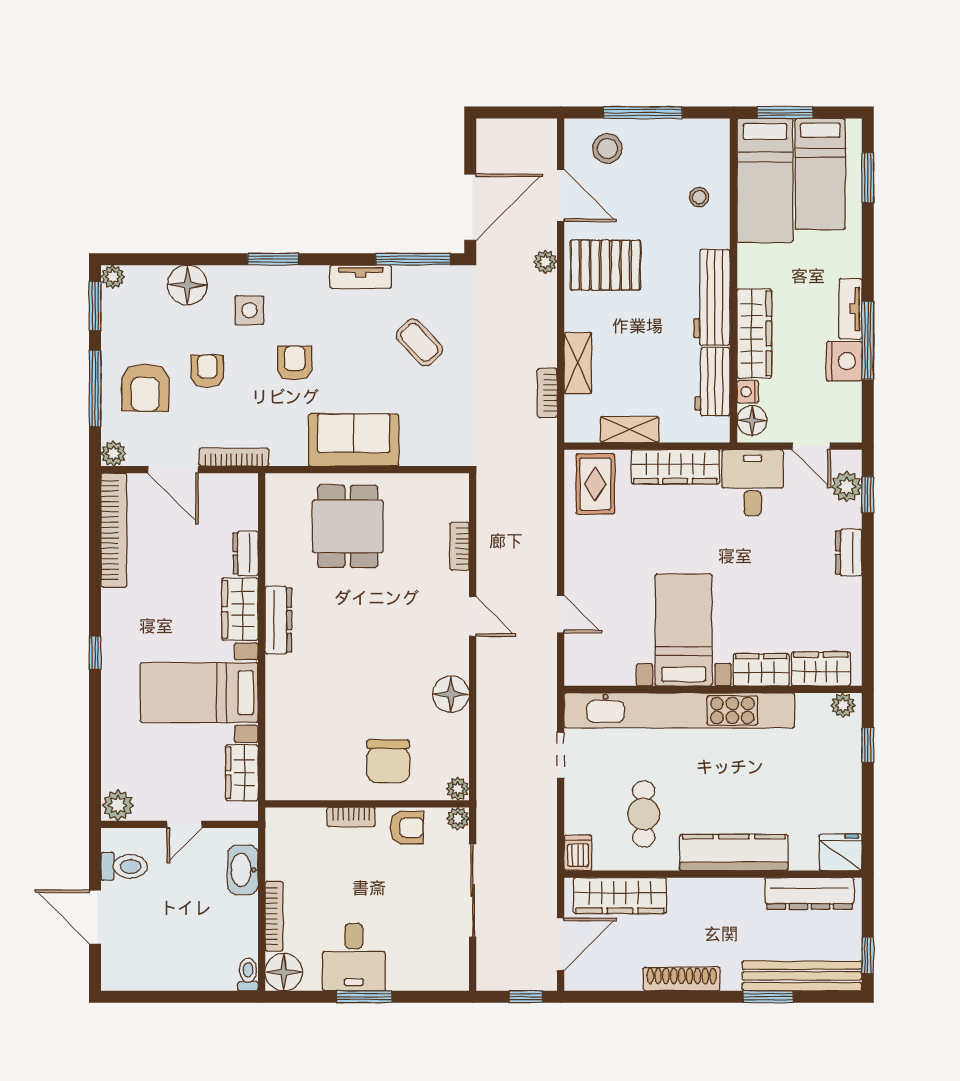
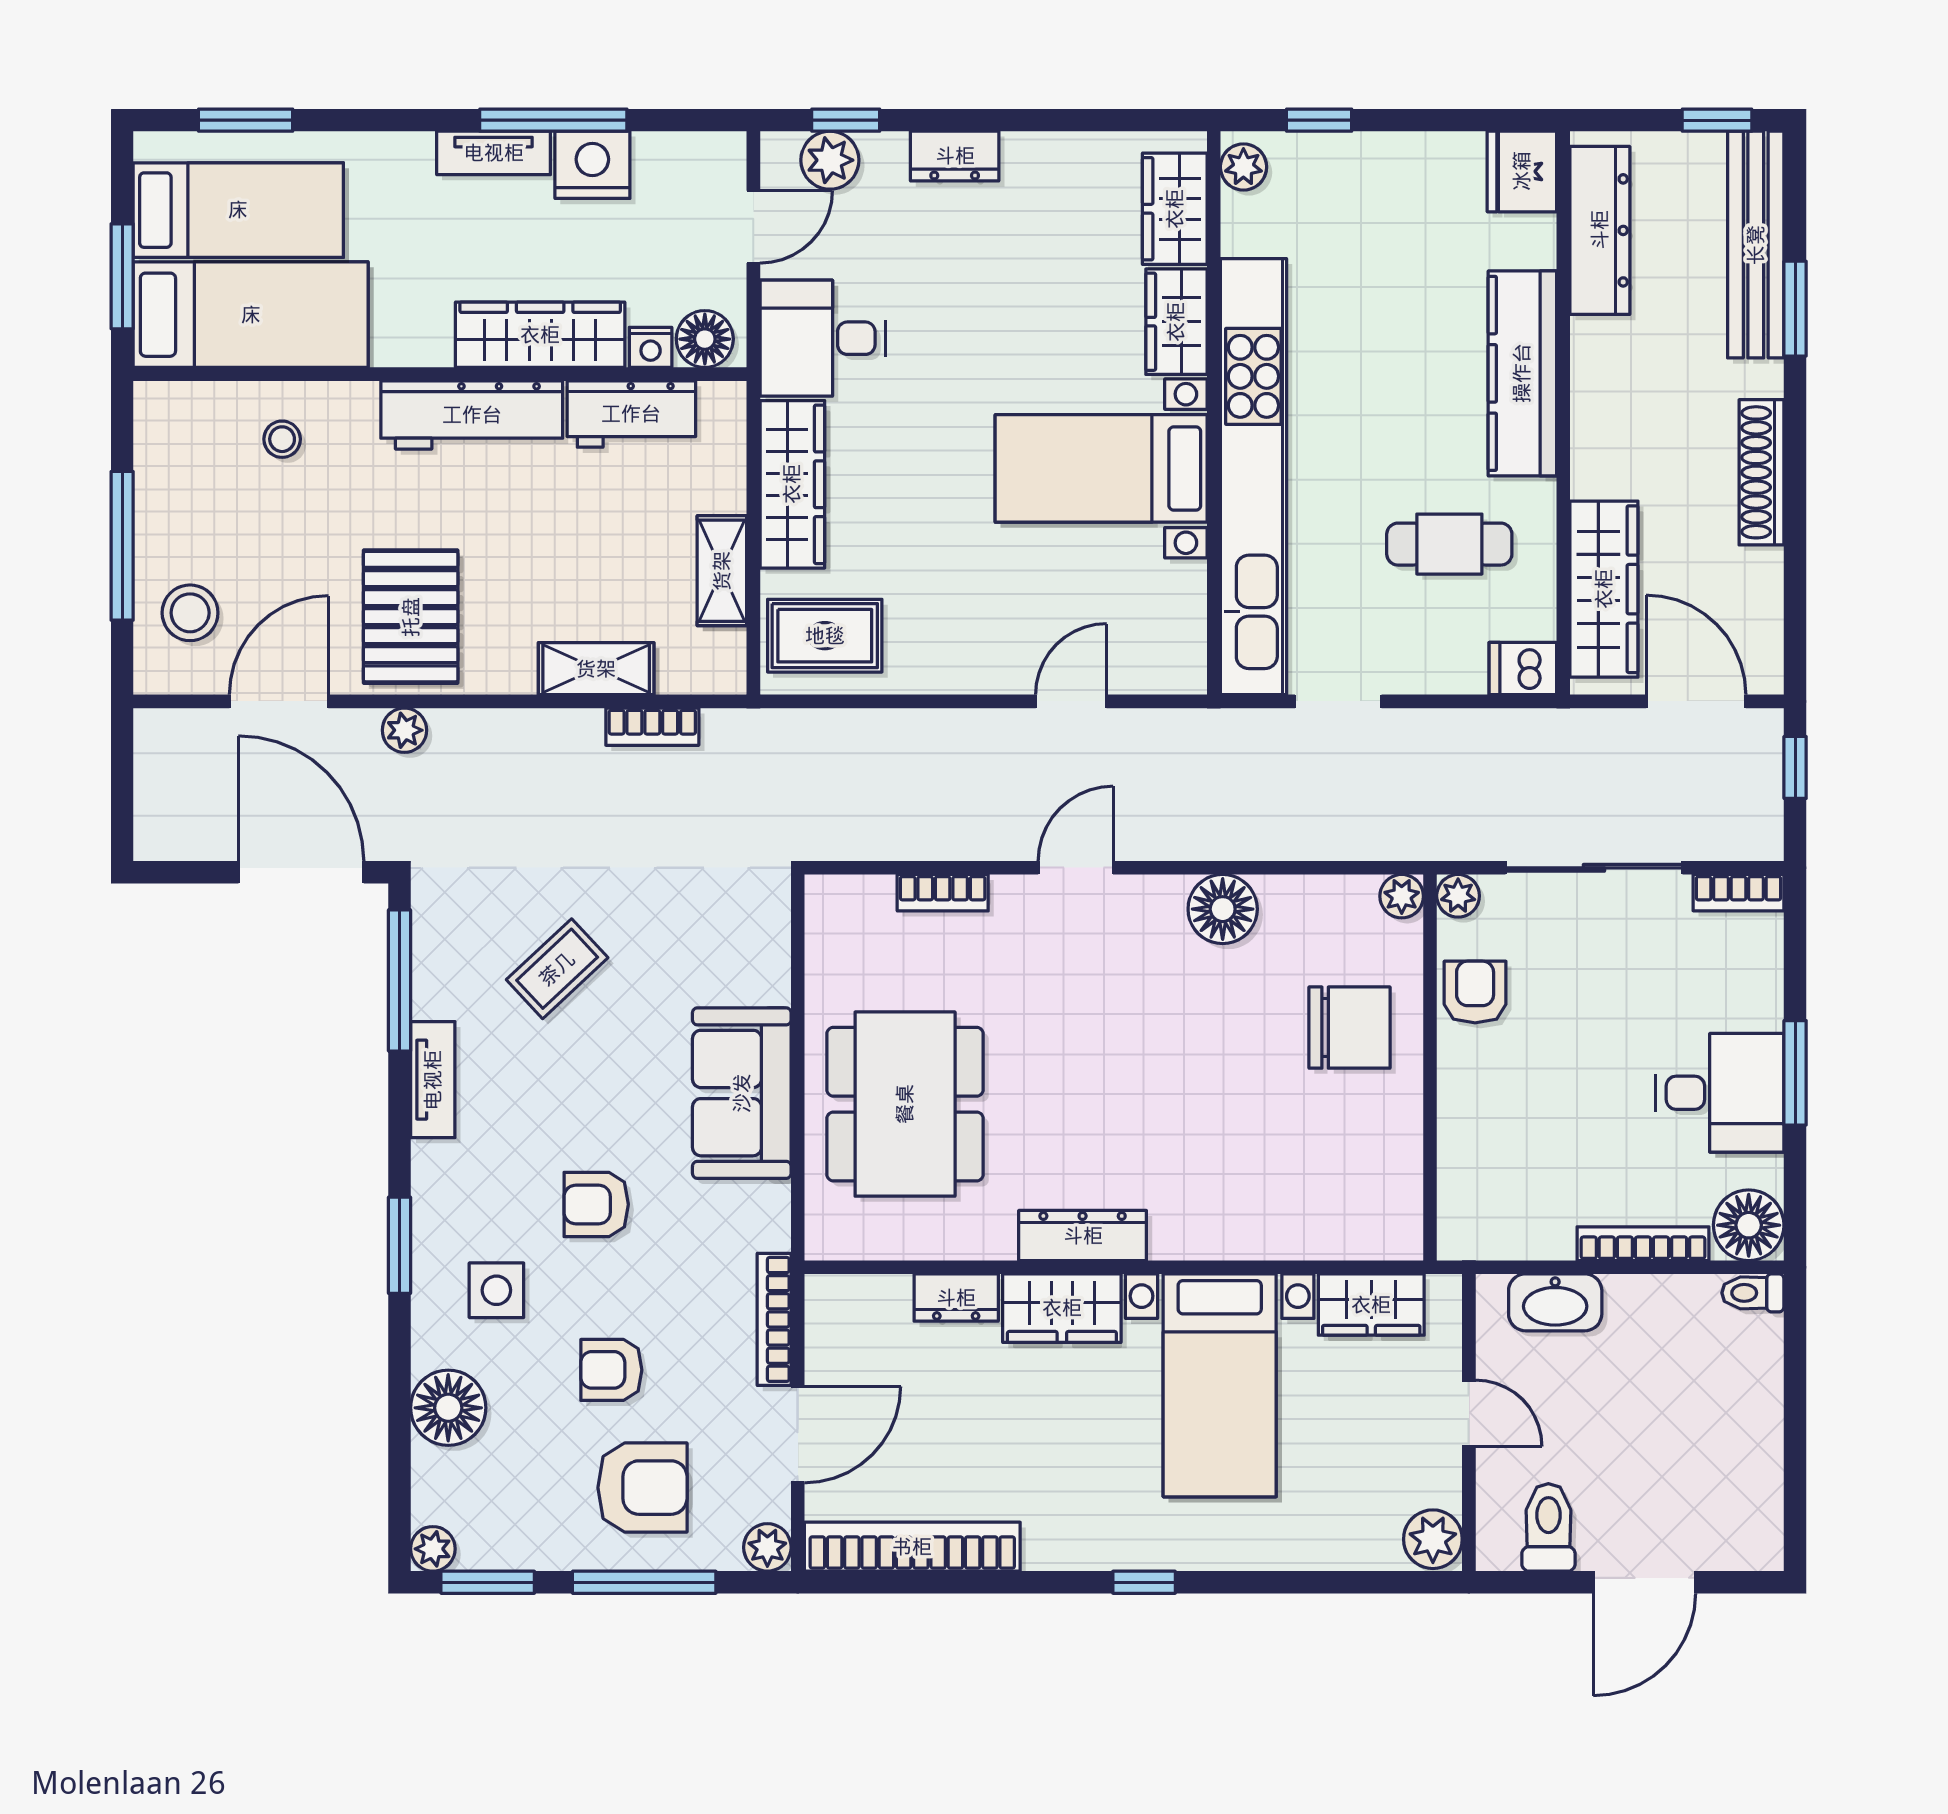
dining table: (348, 526) -> (905, 1104), width x1.38
bookcase: (351, 817) -> (1738, 893), moved, turned 90

